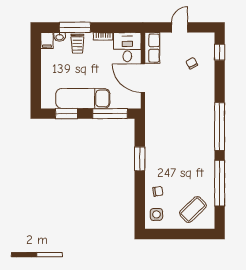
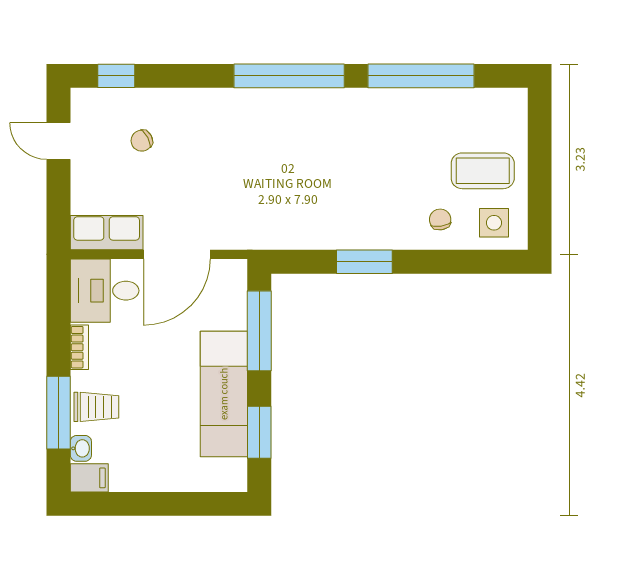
door: (180, 27) -> (59, 141), moved
coffee table: (193, 209) -> (483, 171), moved, turned -46

